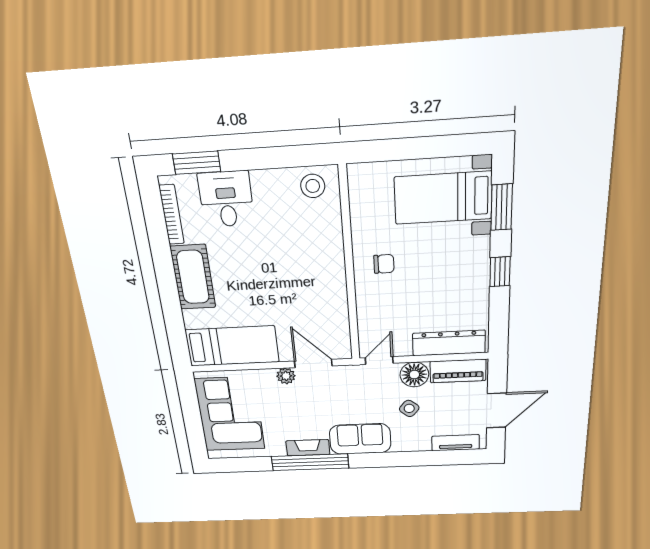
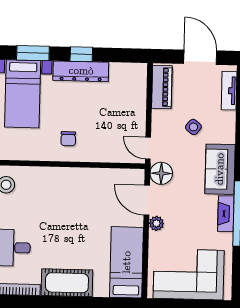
chair: (384, 264) -> (68, 139), turned 180
dresser: (449, 343) -> (81, 71), moved, turned -90
door: (313, 363) -> (147, 200), hinge flipped
floor lamp: (414, 375) -> (161, 173), moved

